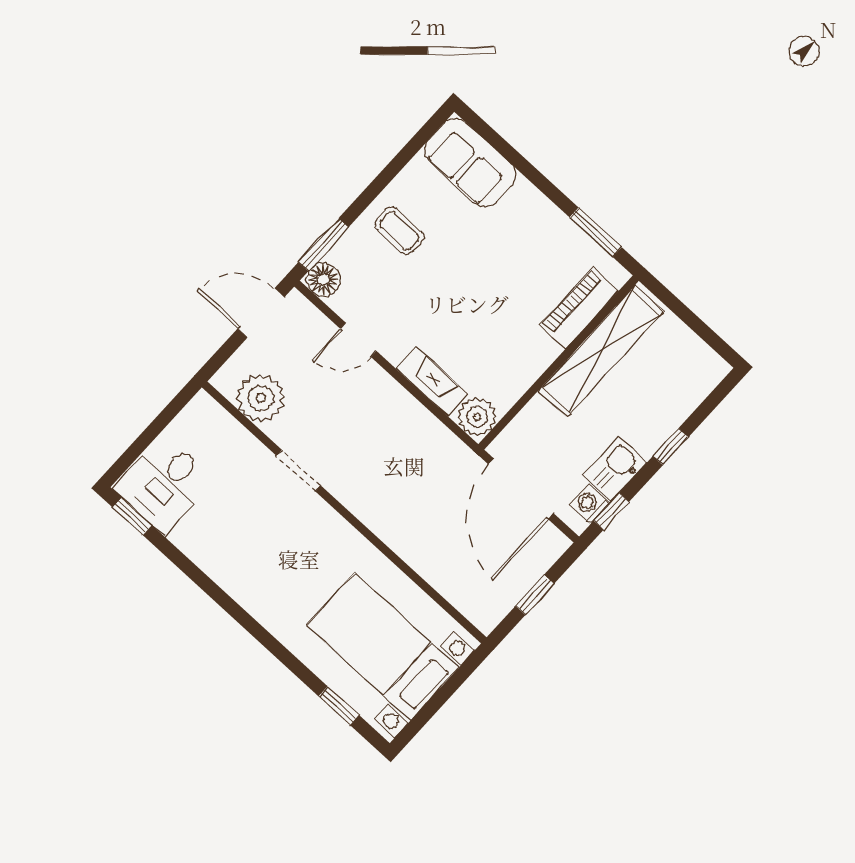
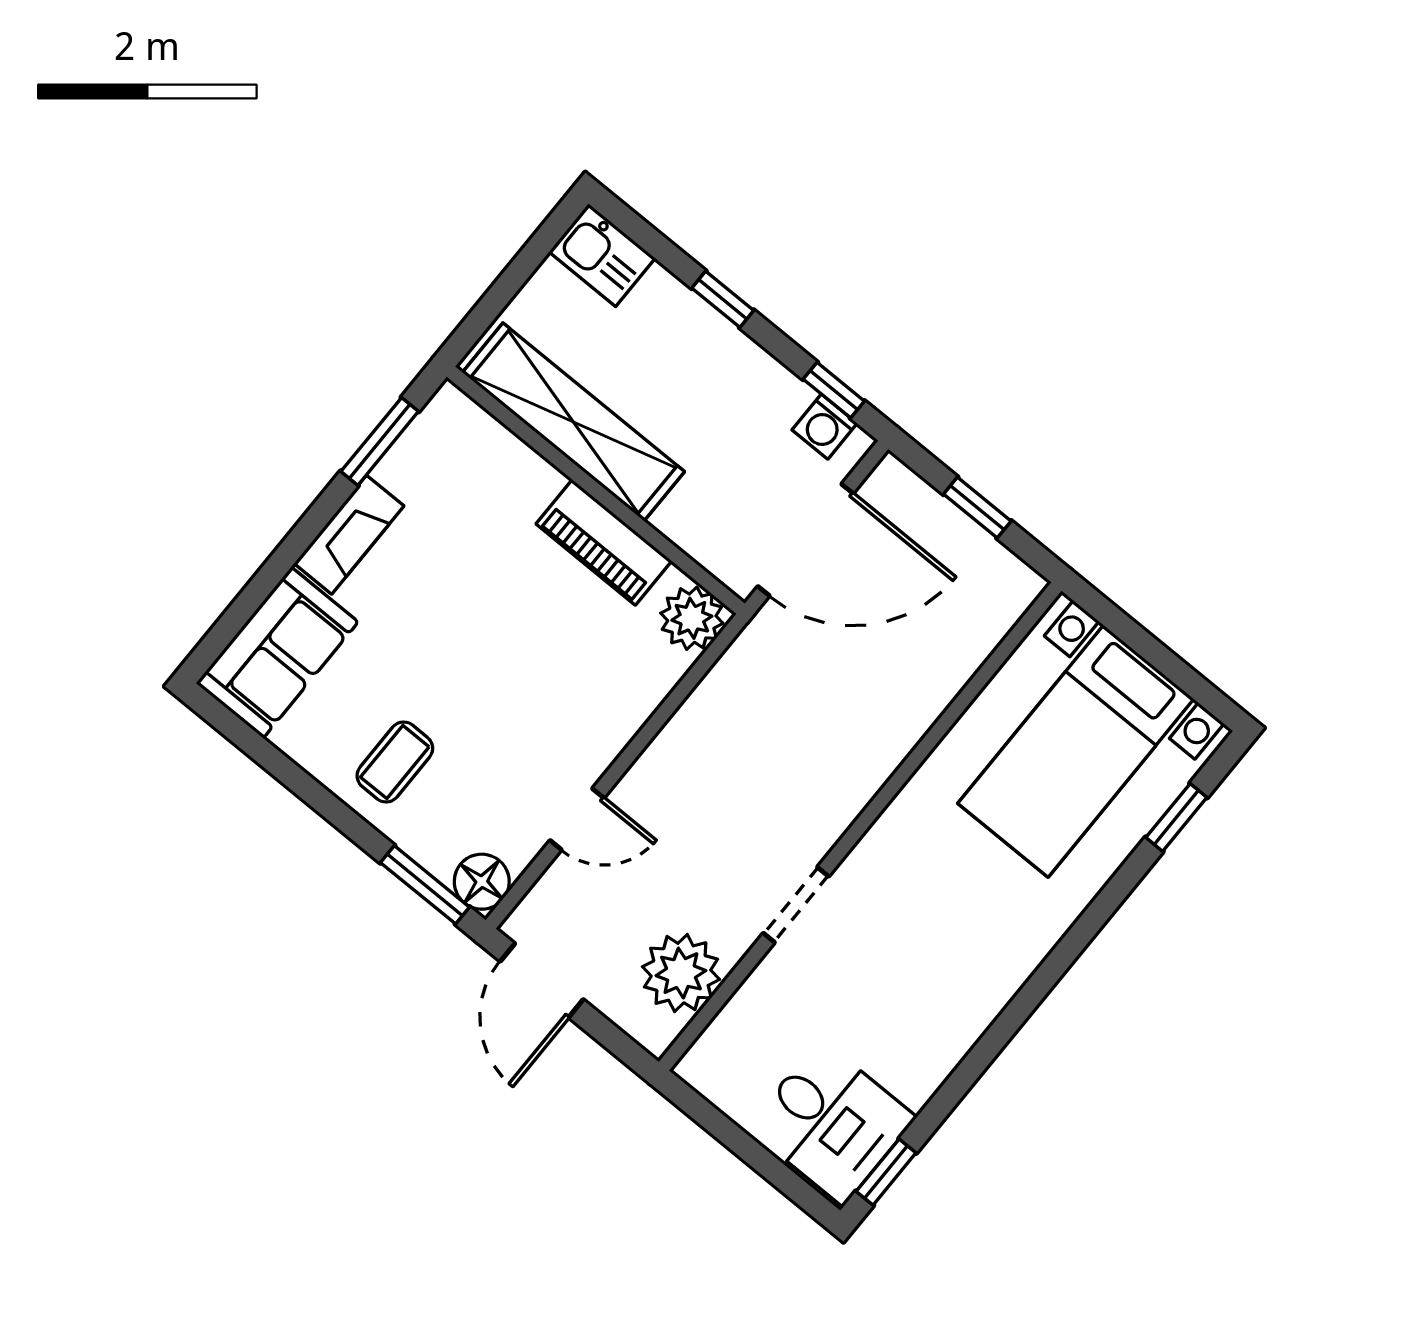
piano: (579, 308) -> (604, 542), moved
door: (358, 340) -> (577, 819), hinge flipped
fireplace: (432, 382) -> (349, 535), moved, turned 180
kitchen sink: (615, 469) -> (602, 255), moved

